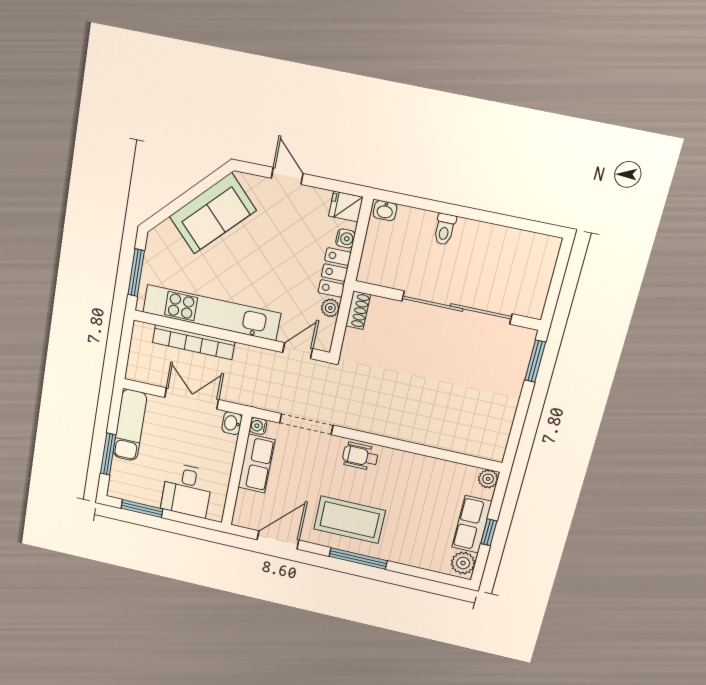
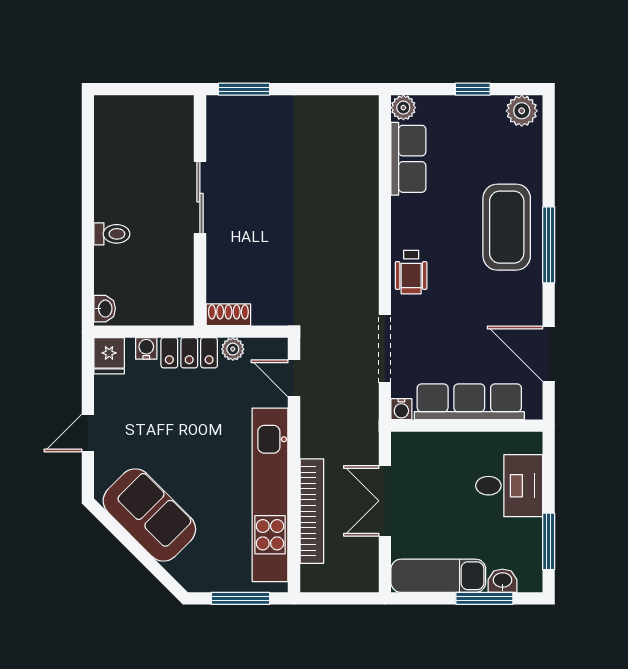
sliding door: (457, 307) -> (200, 198), width x0.54
washbasin: (232, 423) -> (502, 581), moved, turned 180
row of seats: (256, 464) -> (469, 402), width x1.48
coffee table: (350, 520) -> (507, 227), moved
row of seats: (472, 524) -> (408, 159), moved, turned -90

